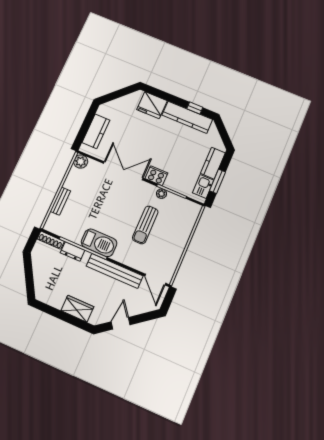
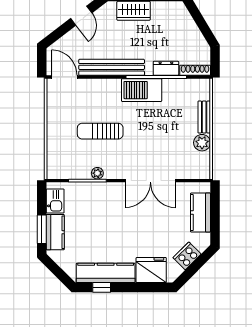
plant: (81, 162) -> (202, 143), moved
cooker: (156, 176) -> (187, 256), moved, turned 135
window: (218, 181) -> (42, 229), moved
sun lounger: (145, 225) -> (100, 131), turned -90

